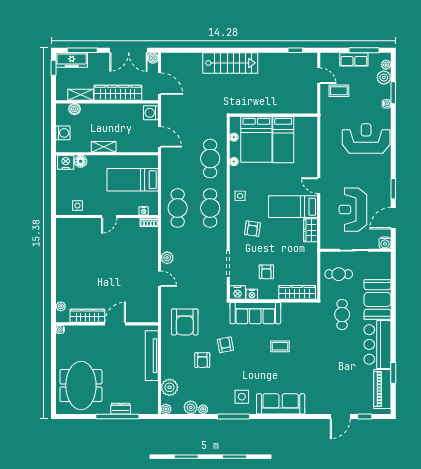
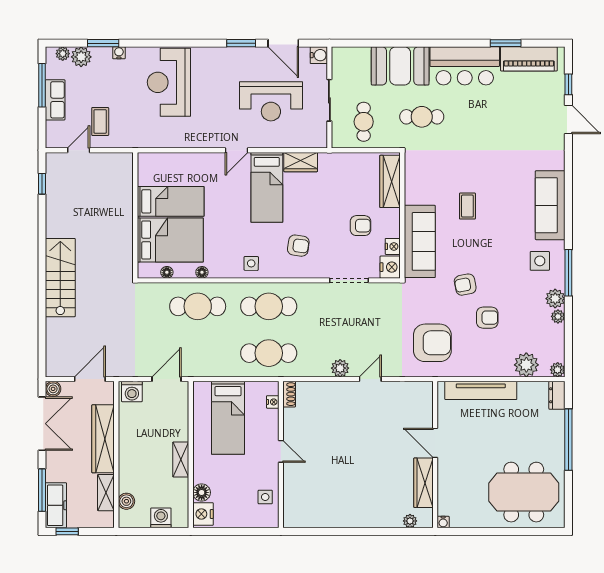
plant: (191, 407) -> (555, 299), moved
dresser: (121, 409) -> (557, 395), moved

